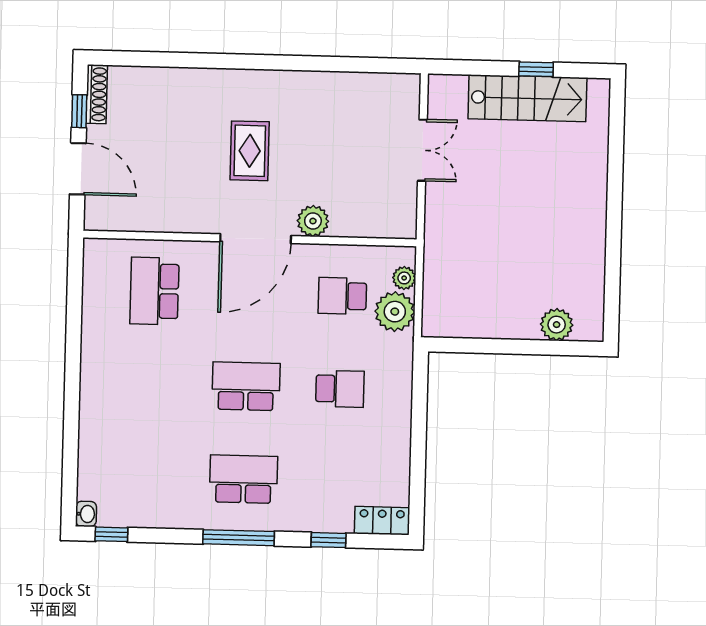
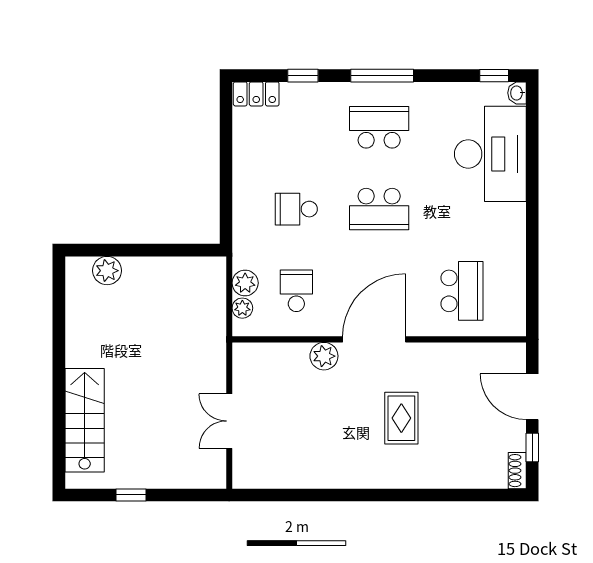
shoe rack: (97, 94) -> (517, 471), width x0.70
stairs: (527, 98) -> (85, 420), moved, turned 90
rug: (250, 151) -> (401, 418), moved
school desk: (342, 296) -> (296, 291), turned -90
plant: (395, 312) -> (245, 283), width x0.73, depth x0.73
desk: (118, 446) -> (490, 154), added
school desk: (244, 479) -> (379, 127), turned 180

